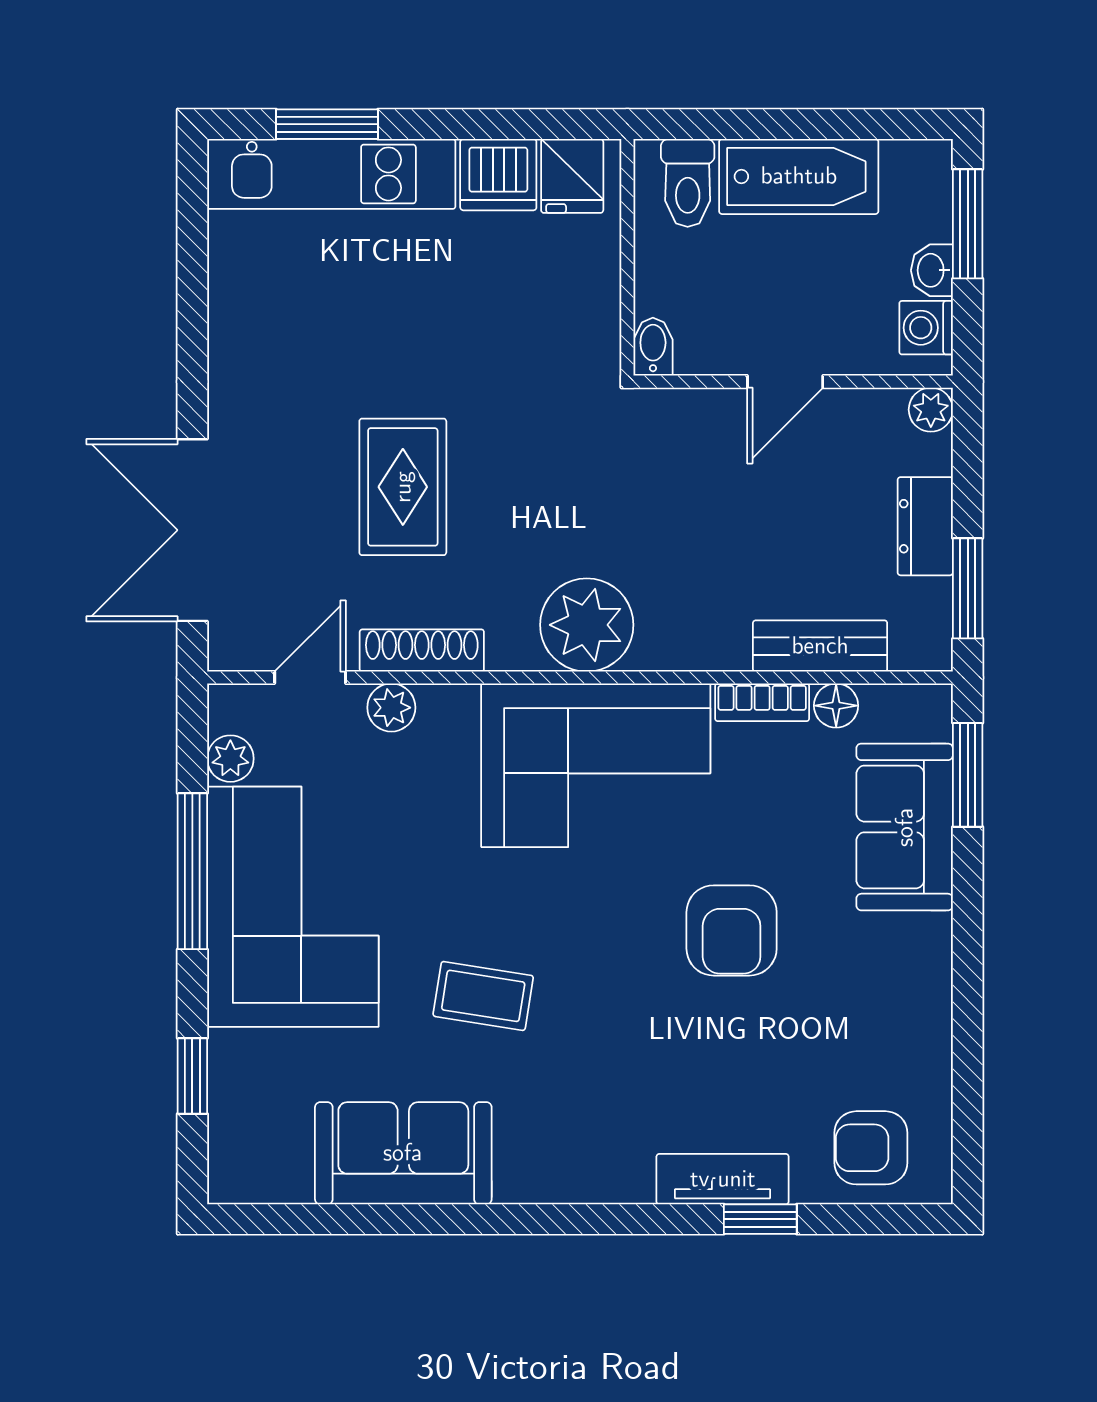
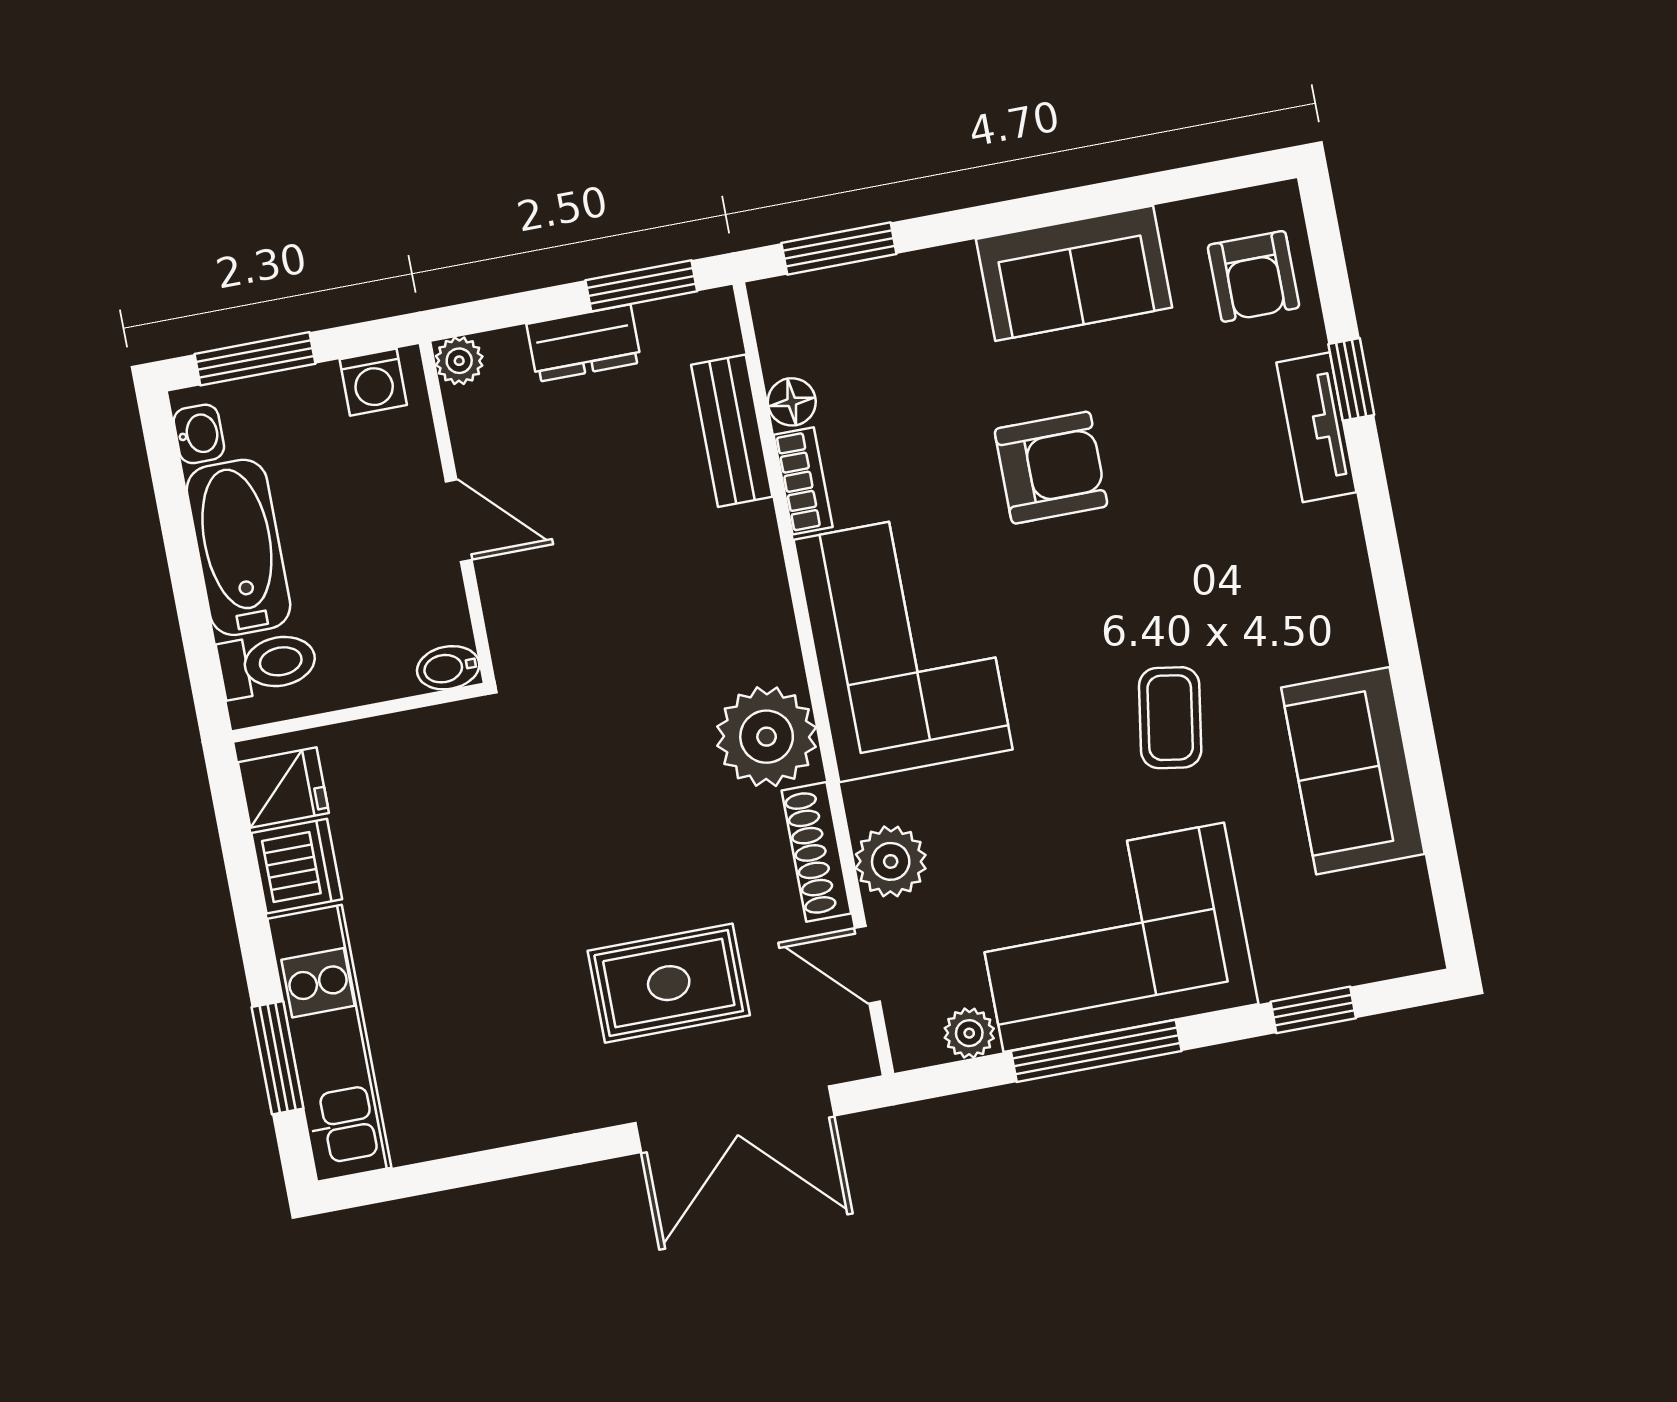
washbasin: (932, 270) -> (199, 434), moved, turned -90
rug: (403, 487) -> (669, 983), moved
plant: (587, 625) -> (767, 737), moved
plant: (391, 708) -> (891, 861), width x1.38, depth x1.38
sofa: (905, 827) -> (1074, 273), moved

